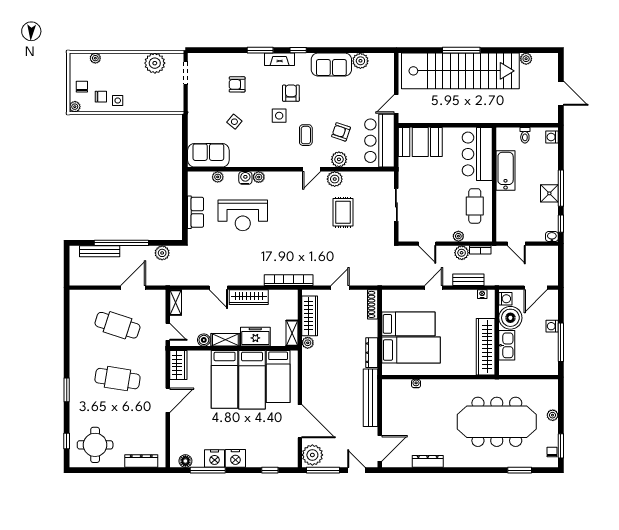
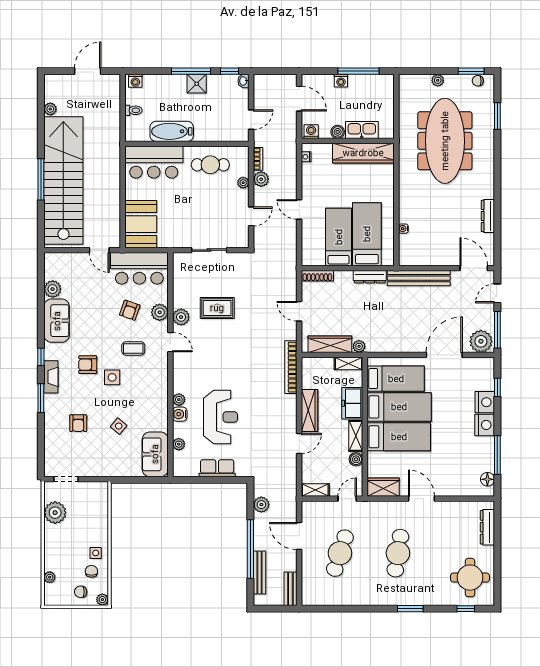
bench: (468, 280) -> (290, 589), moved
boiler: (510, 318) -> (338, 132), width x0.54, depth x0.54
nightstand: (214, 459) -> (485, 402), moved

